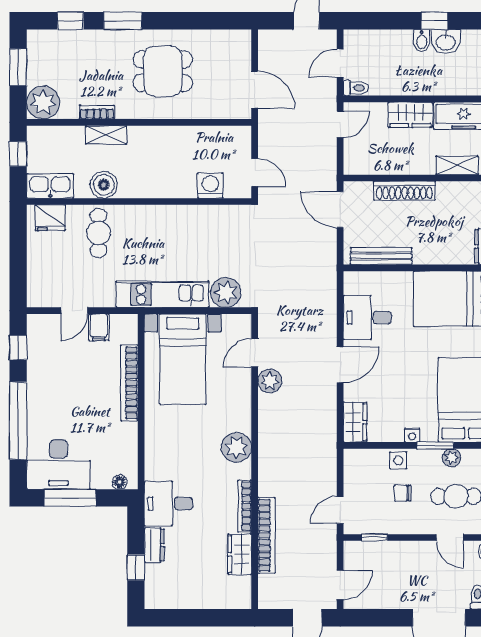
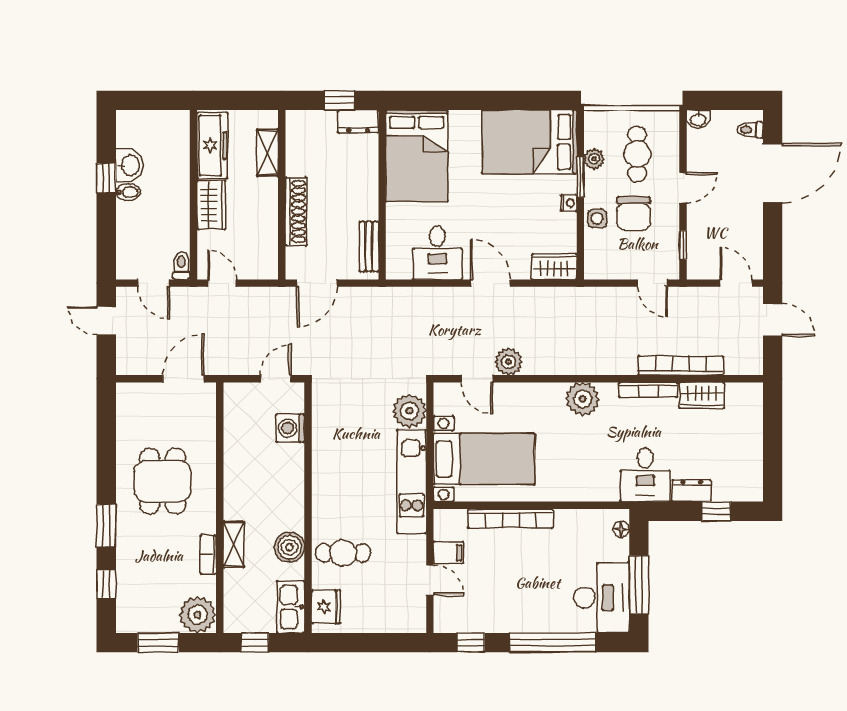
bench: (381, 256) -> (369, 247), width x0.73
chair: (403, 493) -> (634, 213), width x1.87, depth x1.87
door: (450, 537) -> (683, 188), moved

